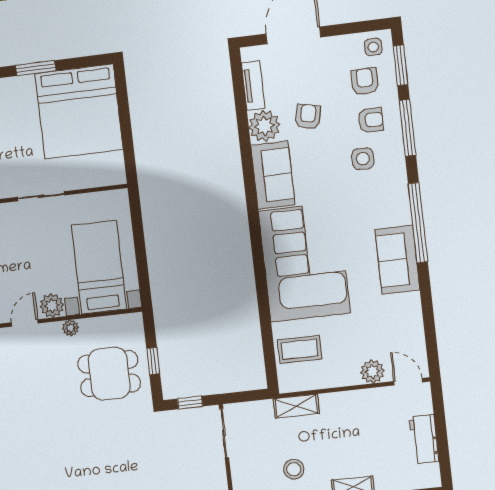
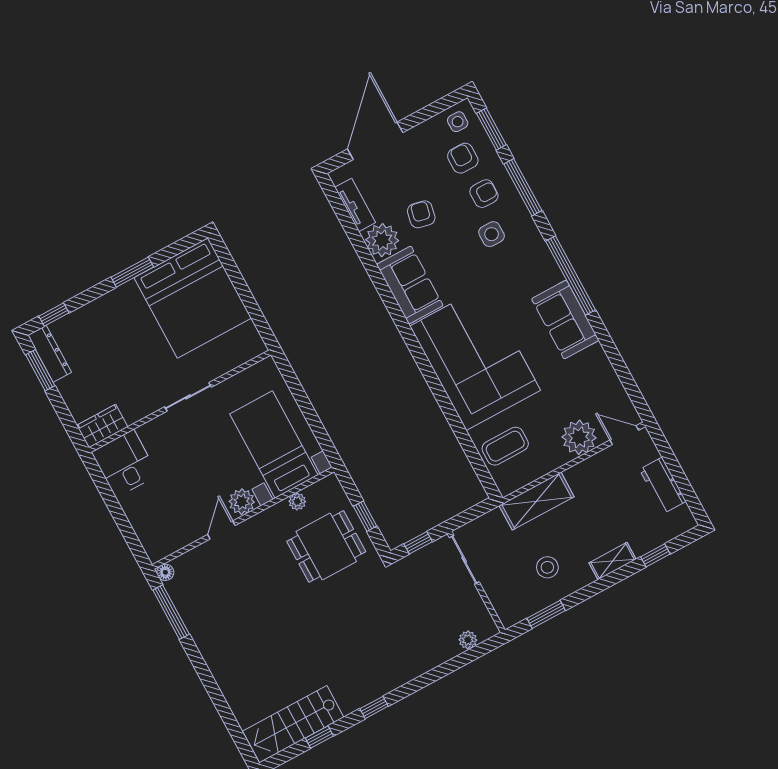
plant: (71, 328) -> (297, 501), moved
plant: (372, 372) -> (579, 437), width x1.36, depth x1.36
shelving: (296, 406) -> (537, 501), width x1.50, depth x1.33

